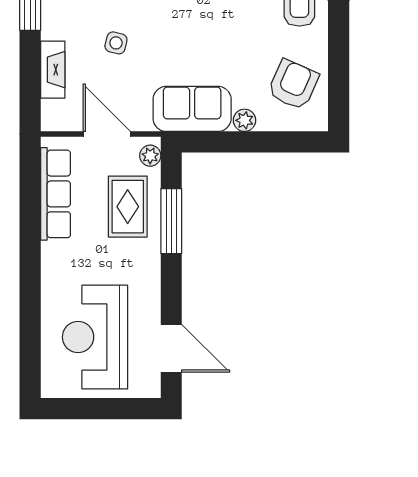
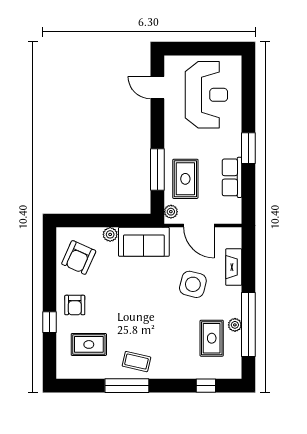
side table: (116, 43) -> (193, 284), width x1.87, depth x1.87
row of seats: (55, 194) -> (232, 177), width x0.68
window: (30, 254) -> (248, 148), added
door: (171, 348) -> (157, 88), width x0.73

